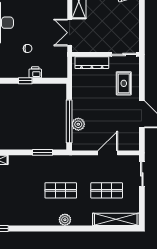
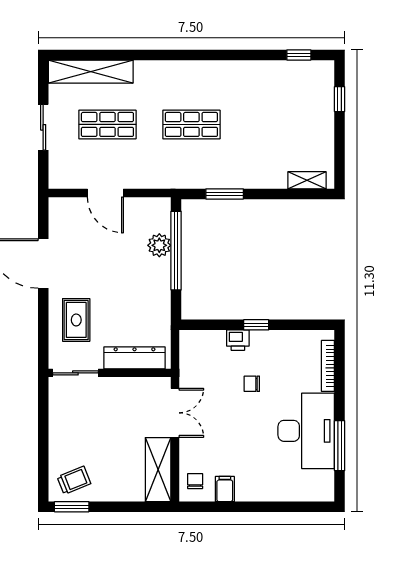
door: (108, 153) -> (105, 193), hinge flipped
sliding door: (142, 174) -> (43, 127), moved
plant: (65, 220) -> (184, 71), removed

